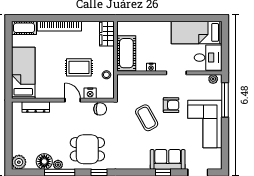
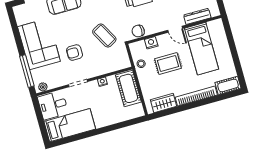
wardrobe: (107, 34) -> (163, 103), moved, turned -90
bed: (23, 73) -> (202, 49), moved
door: (73, 100) -> (175, 29), moved
coffee table: (147, 118) -> (104, 36), moved

